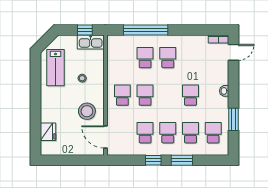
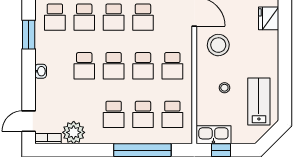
plant: (199, 44) -> (74, 132), added
school desk: (122, 58) -> (172, 114), added
school desk: (168, 95) -> (114, 66), added

